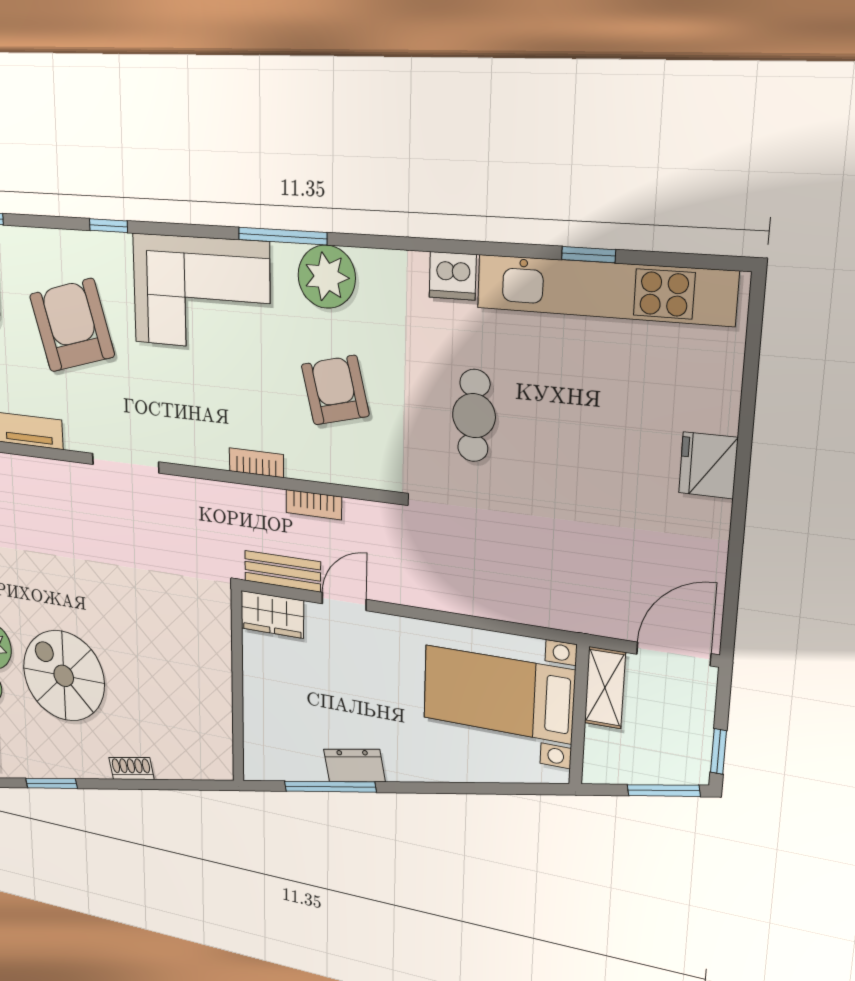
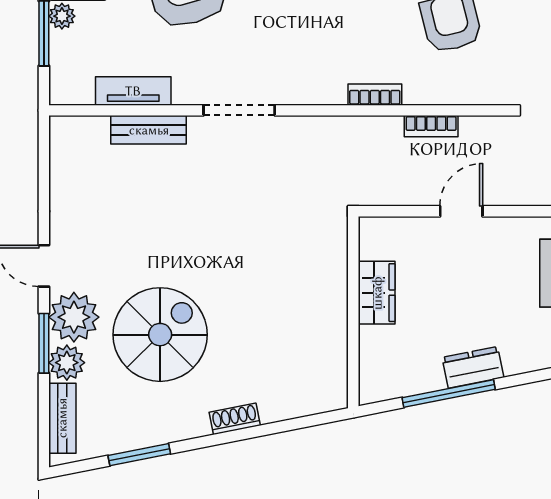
bench: (282, 571) -> (149, 130), moved
wardrobe: (272, 614) -> (377, 293), moved, turned -90
spiral stairs: (64, 676) -> (160, 335), turned 90

